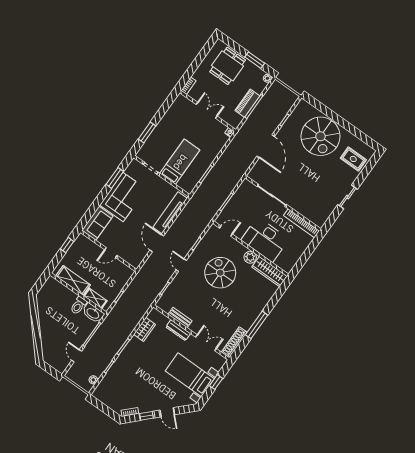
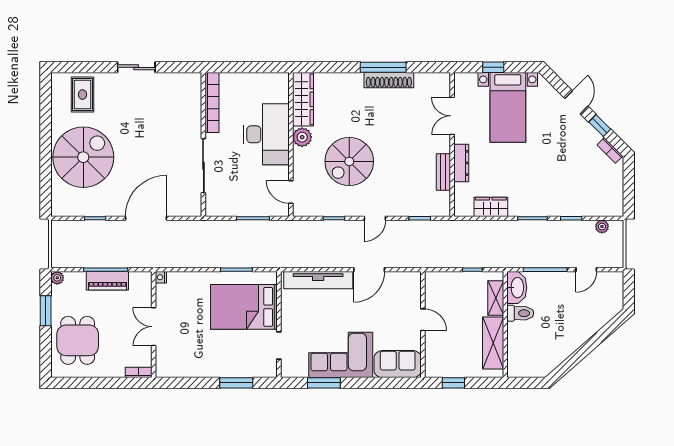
dining table: (228, 66) -> (78, 340), turned 90
bed: (180, 162) -> (244, 307), width x1.50
shoe rack: (234, 342) -> (389, 80), moved

